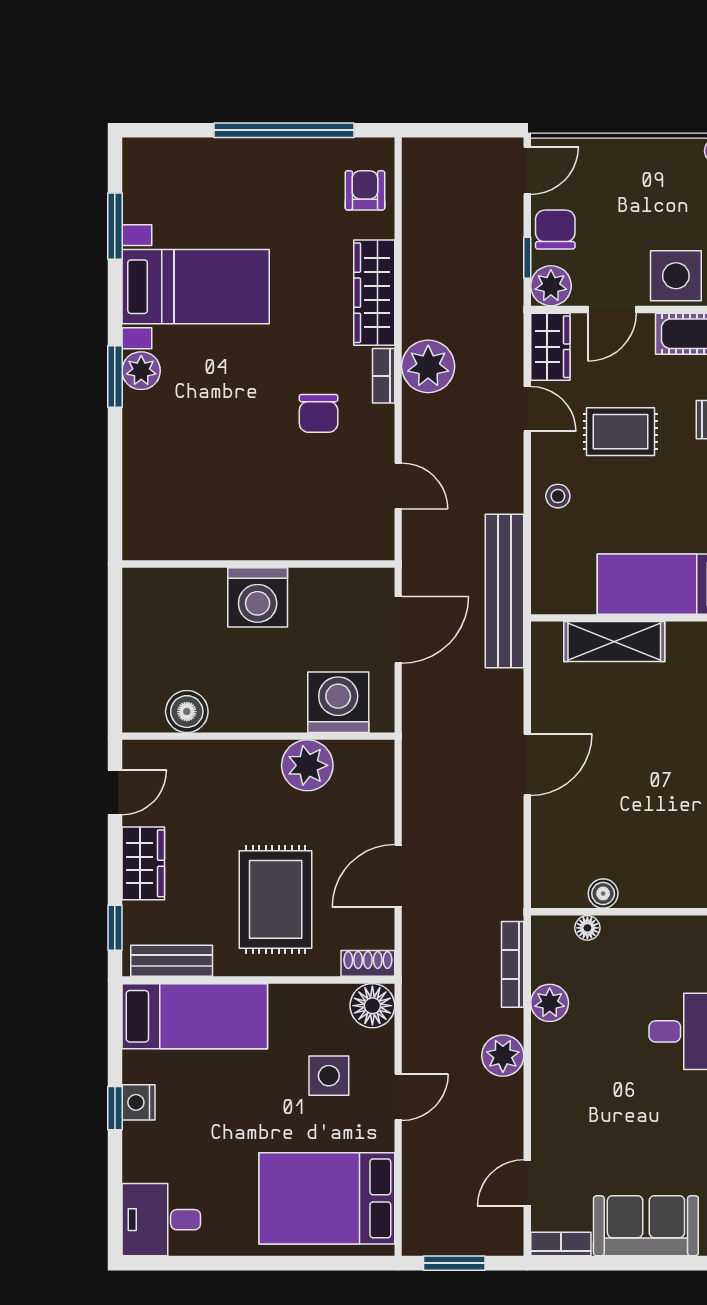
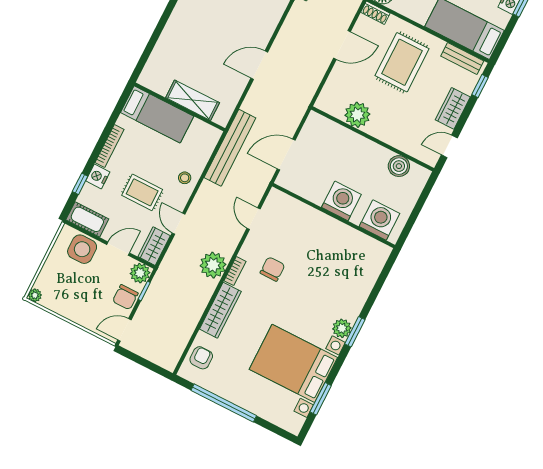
armchair: (365, 190) -> (201, 358), turned 180
bed with nightstands: (196, 287) -> (293, 363), width x1.36
washing machine: (338, 702) -> (379, 220), moved, turned 180

